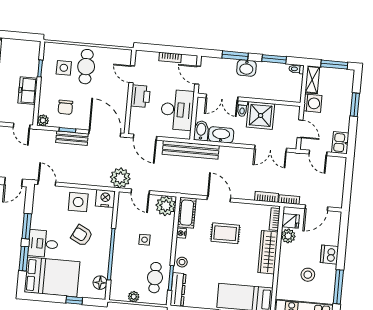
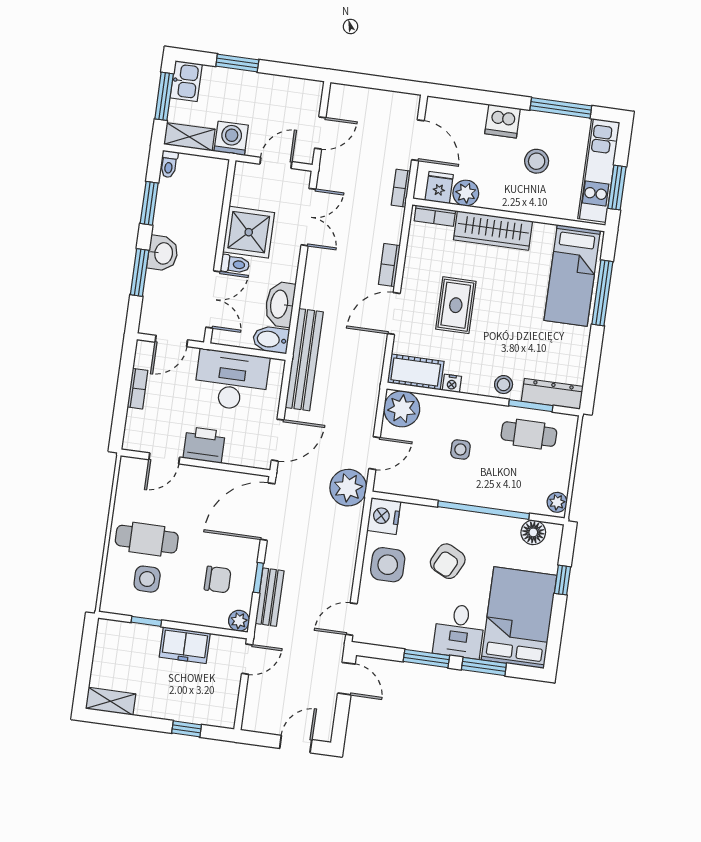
bench: (72, 138) -> (270, 597), moved
kitchen sink: (340, 143) -> (186, 81), moved, turned -90
bookcase: (266, 197) -> (389, 265), moved
plant: (134, 297) -> (557, 502), moved

